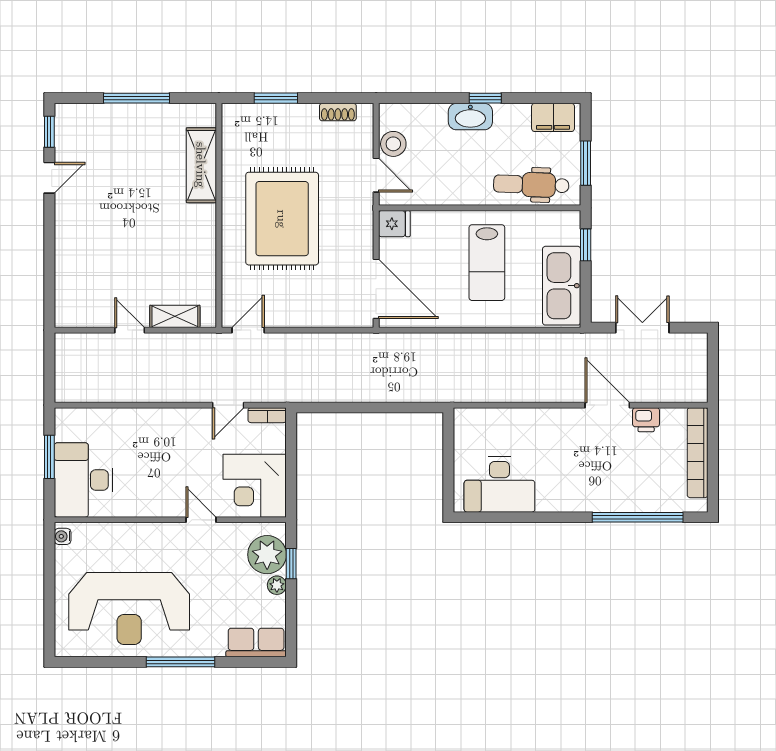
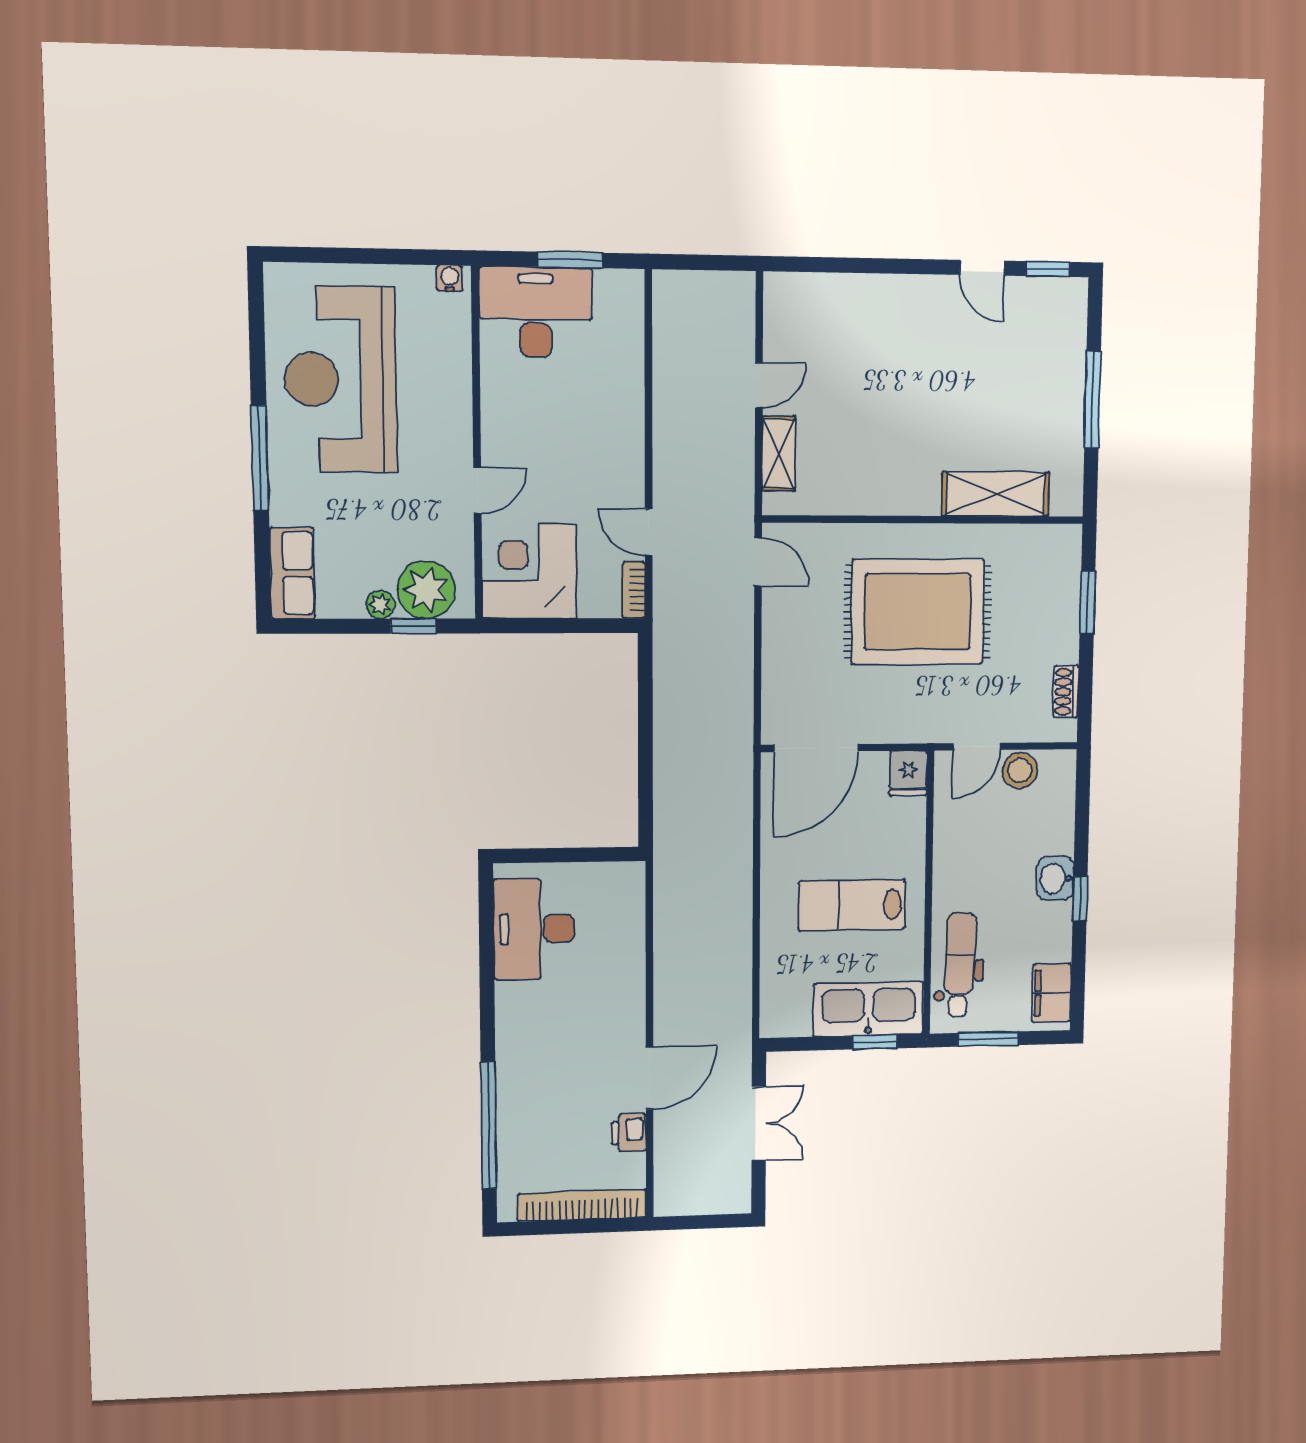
washbasin: (470, 117) -> (1055, 878), width x0.72
kitchen sink: (562, 286) -> (868, 1009), moved

